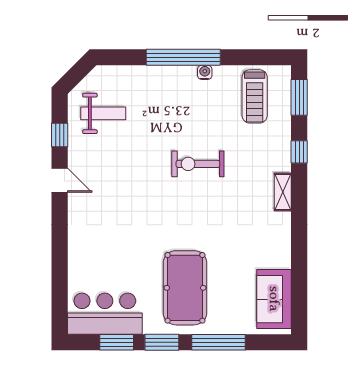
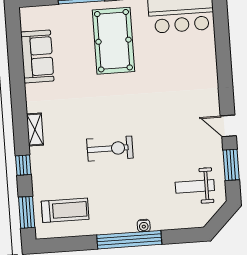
water cooler: (205, 72) -> (144, 226), moved
treadmill: (255, 96) -> (65, 210), turned 90
window: (60, 135) -> (231, 165), width x1.50
sofa: (274, 299) -> (37, 56), moved

